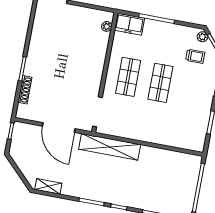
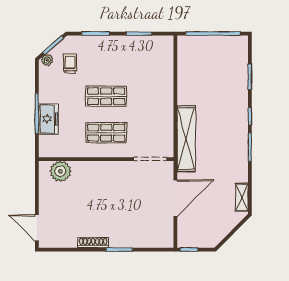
freezer: (129, 24) -> (48, 119), moved
plant: (107, 26) -> (60, 171), width x1.87, depth x1.87
shoe rack: (25, 90) -> (93, 243), moved

